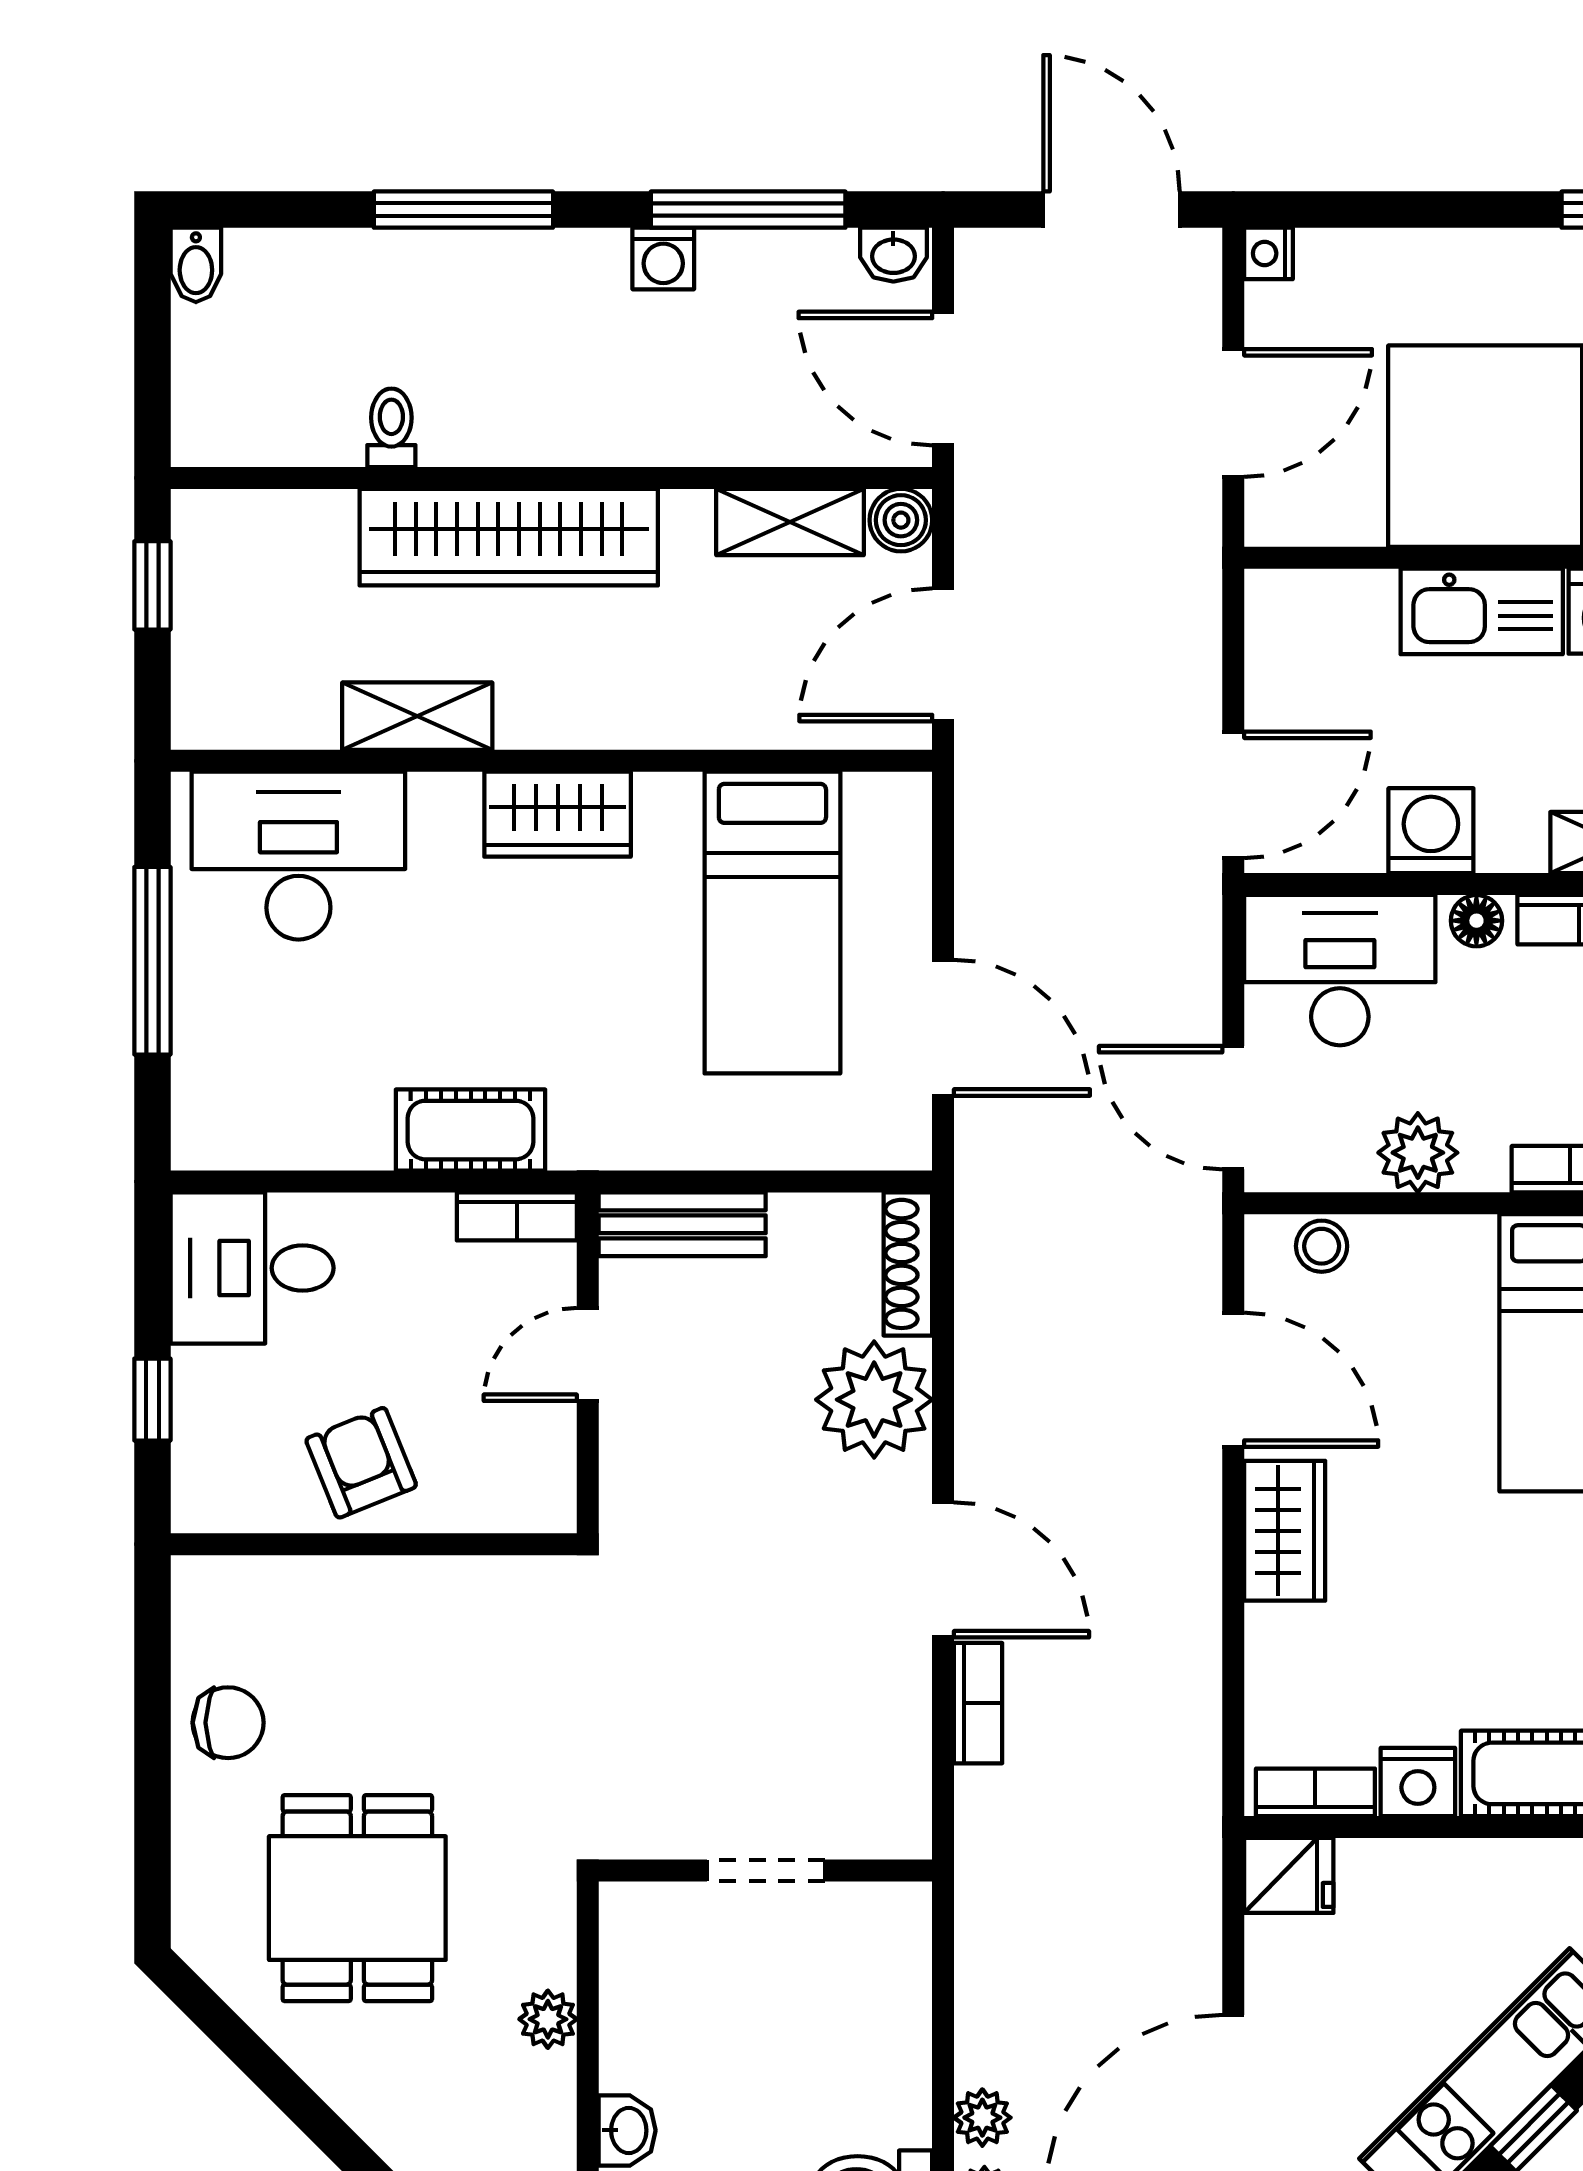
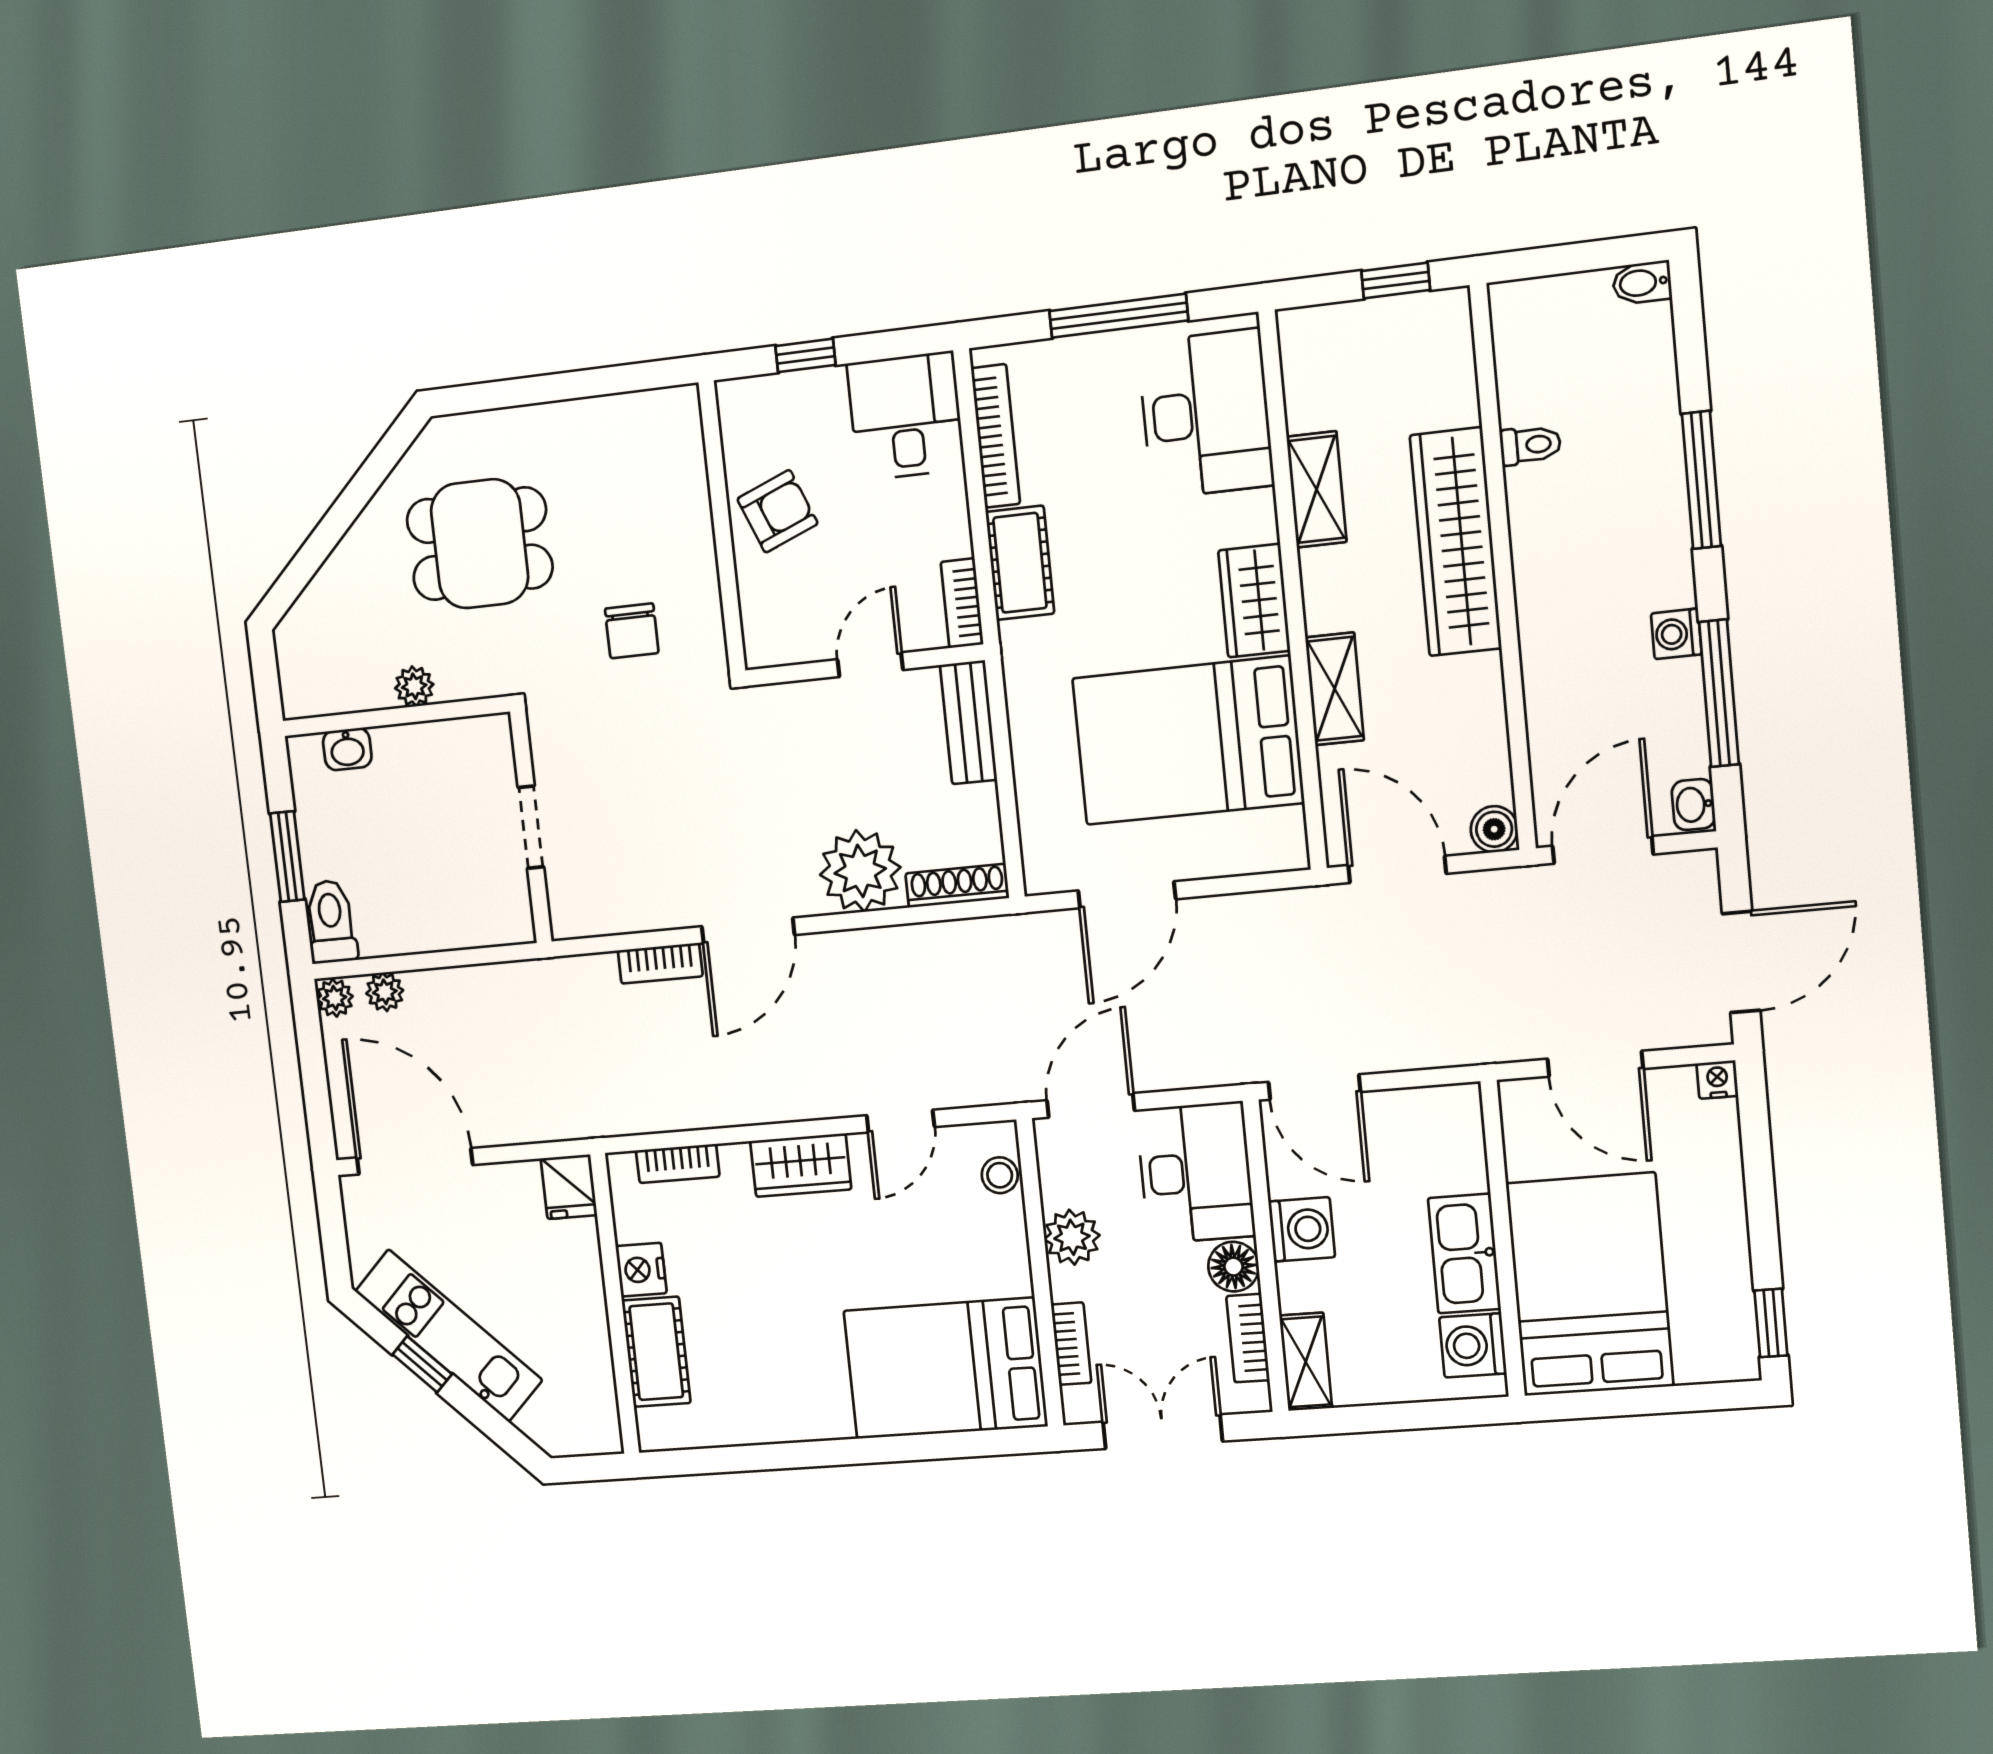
shelving: (790, 522) -> (1335, 689), moved
floor lamp: (1476, 921) -> (1233, 1267), width x1.37, depth x1.37
bed: (772, 923) -> (1188, 740), width x1.50
bookcase: (294, 1146) -> (996, 436), added
door: (588, 1354) -> (870, 665), hinge flipped
door: (1233, 1380) -> (901, 1121), width x0.73
chair: (228, 1723) -> (632, 631), moved
bookcase: (1315, 1792) -> (678, 1164), moved, turned 90

